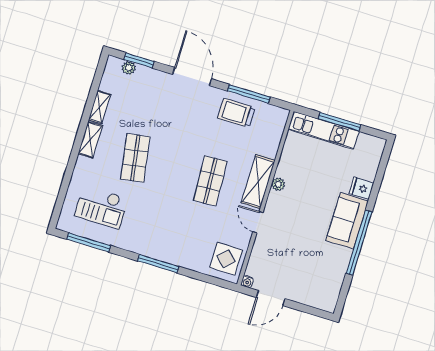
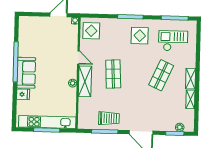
kitchen unit: (324, 130) -> (47, 122), width x1.36
shop shelf: (135, 158) -> (161, 75), turned 33
display table: (152, 230) -> (140, 36), added

